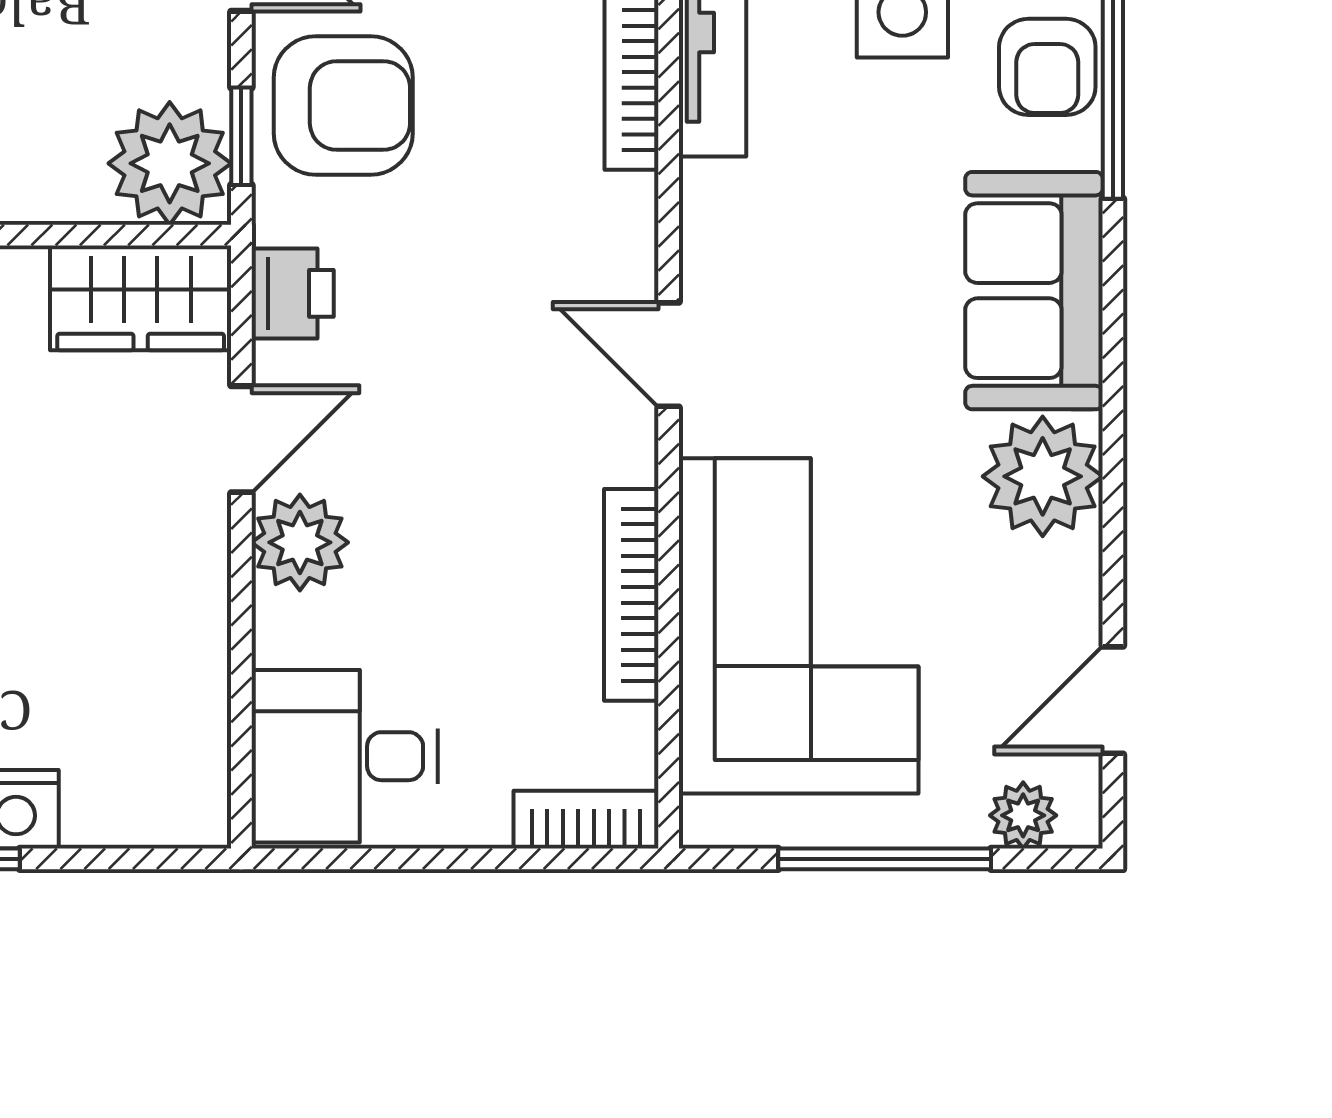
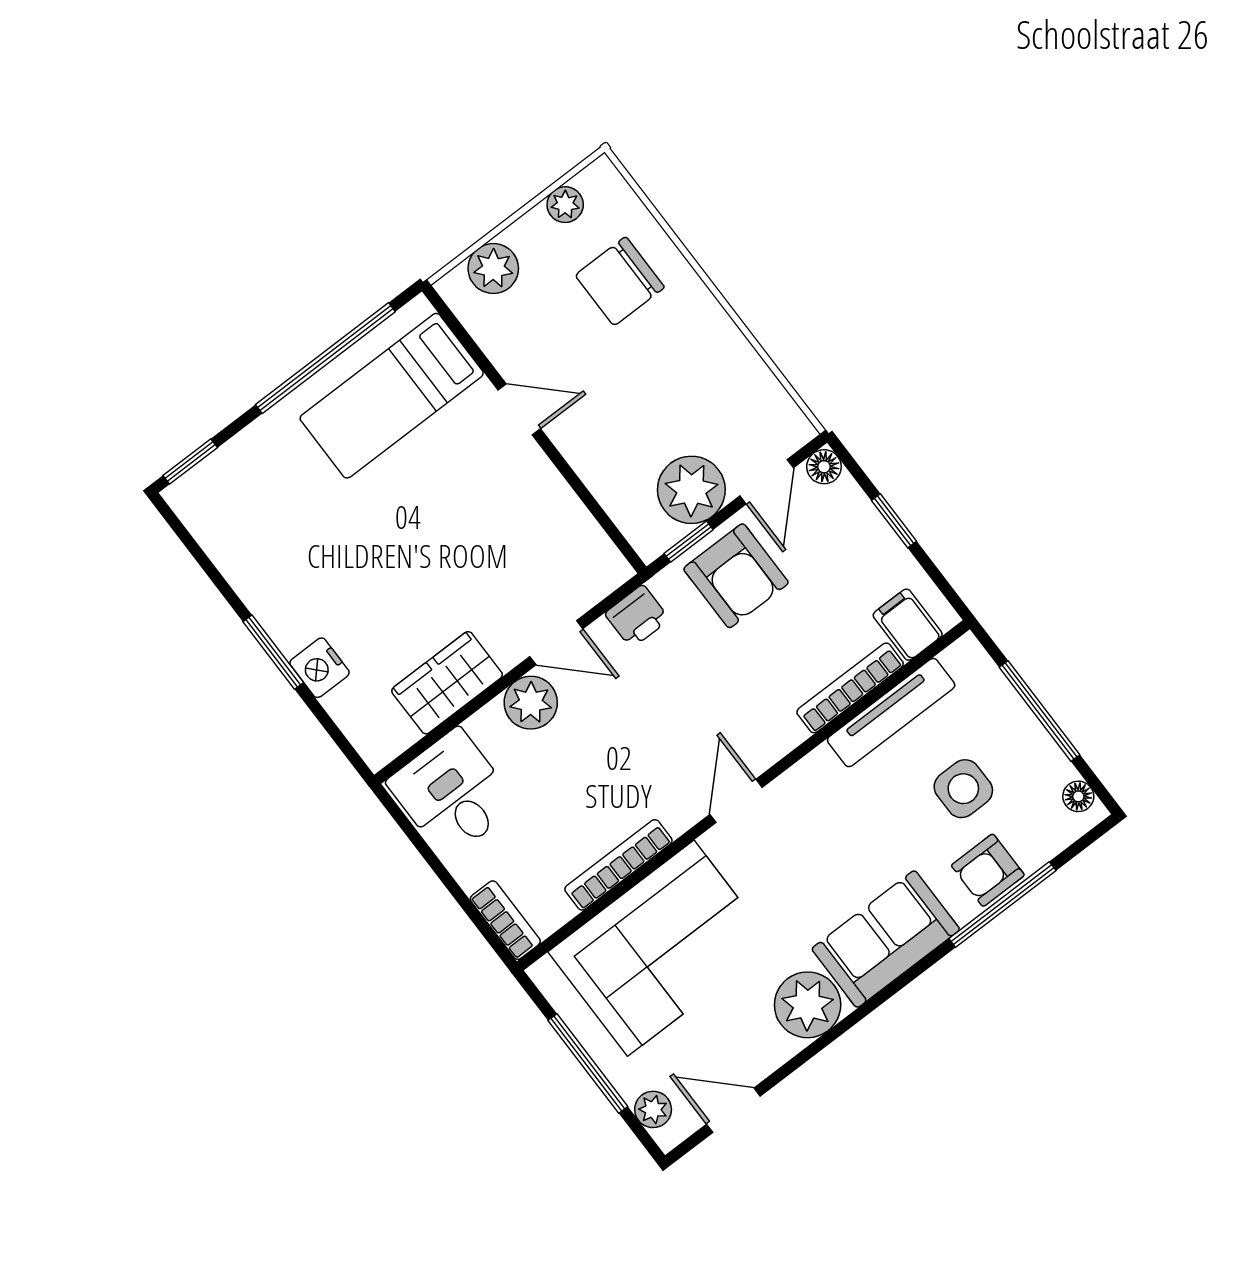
plant: (170, 163) -> (691, 490), moved
wardrobe: (141, 298) -> (447, 683), moved, turned 90

